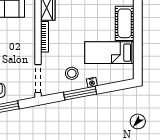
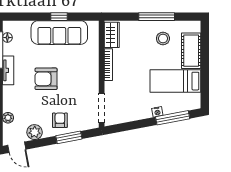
stool: (72, 73) -> (163, 38), moved
window: (80, 93) -> (173, 118), moved

